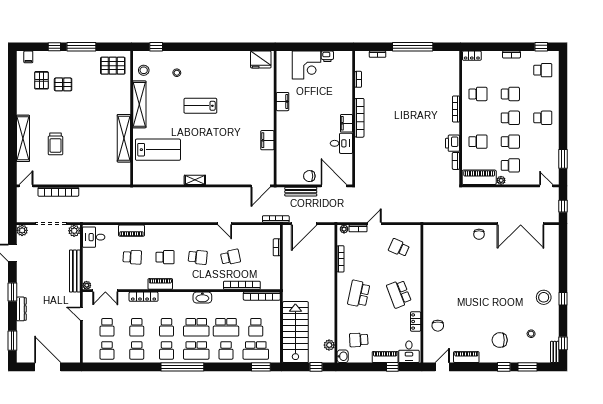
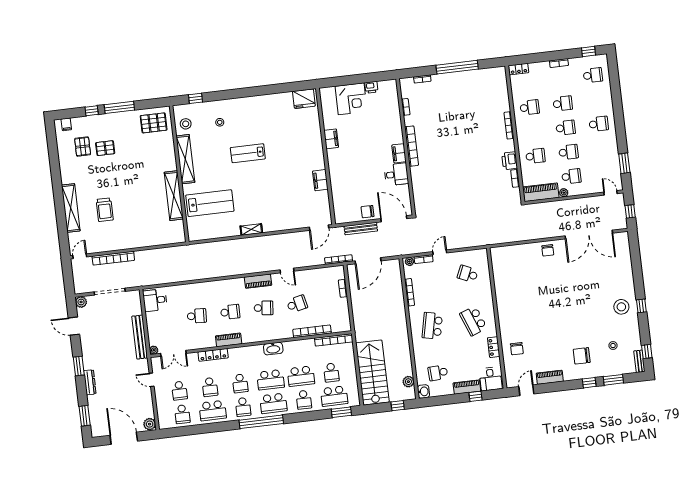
plant: (74, 231) -> (150, 424), moved
piano: (131, 231) -> (258, 281), moved
school desk: (137, 350) -> (213, 411), width x1.85

